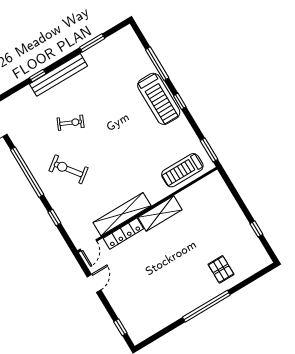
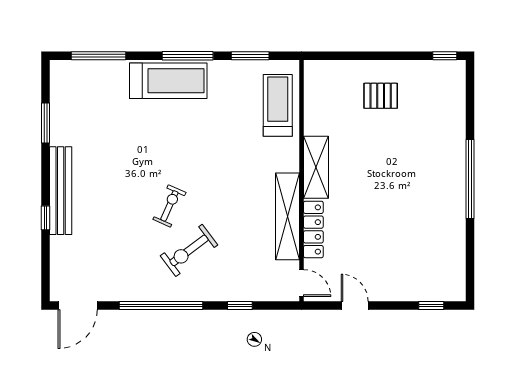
window: (157, 64) -> (98, 56), moved
window: (180, 101) -> (188, 56), width x2.17
exercise bike: (71, 123) -> (169, 206), moved
window: (209, 150) -> (250, 56), moved
treadmill: (182, 170) -> (278, 105), turned 180
window: (256, 229) -> (445, 56), moved
pallet: (221, 269) -> (381, 96), moved

